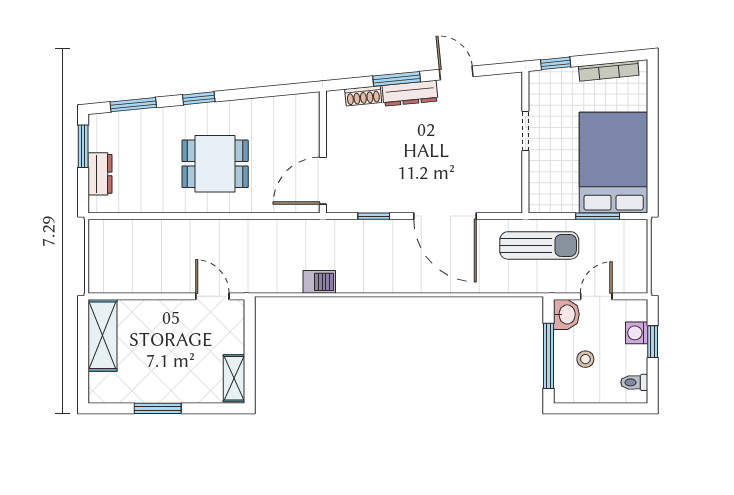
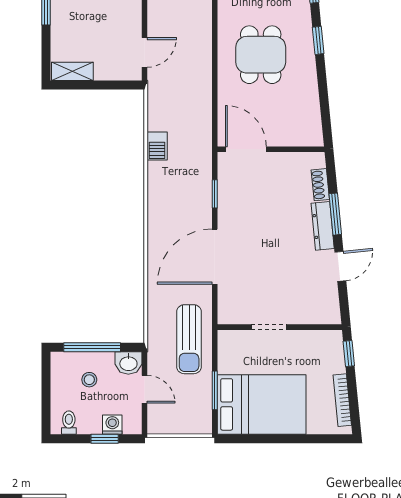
doorway: (525, 131) -> (269, 327), moved

